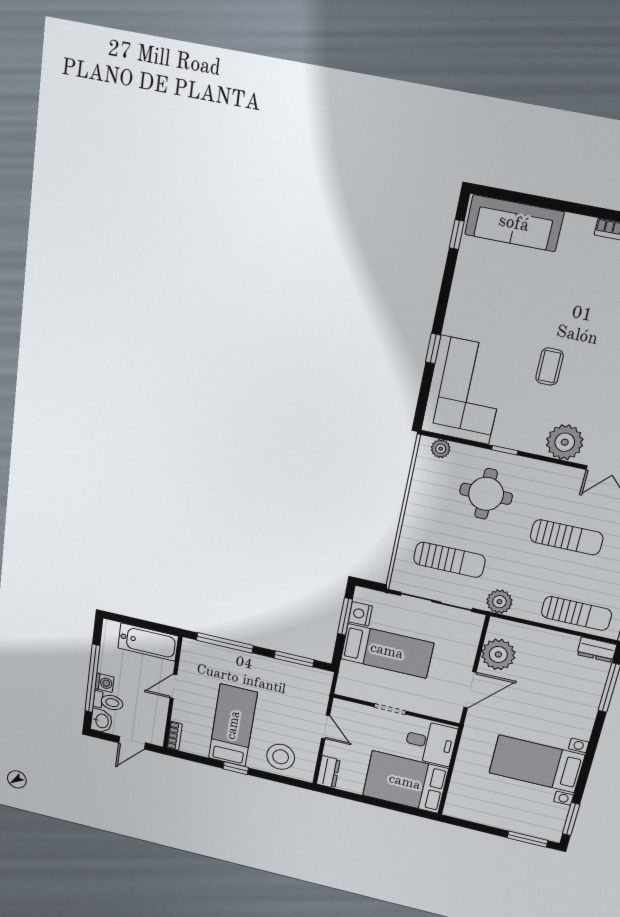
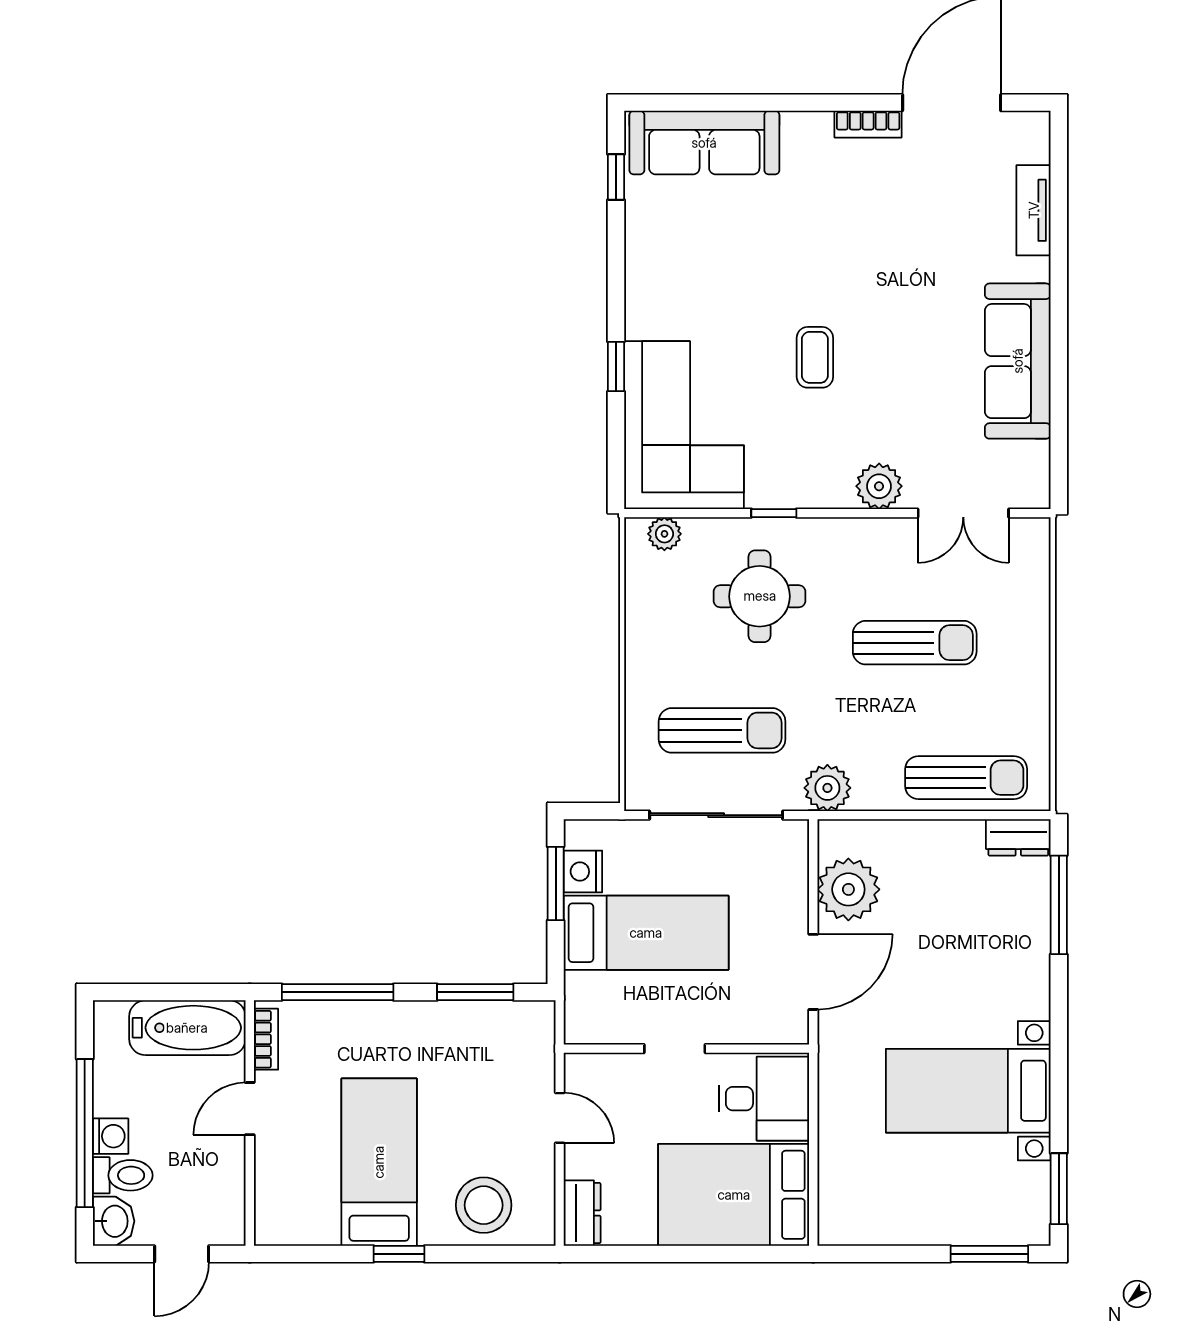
plant: (565, 442) -> (879, 486), width x0.73, depth x0.73
bookcase: (174, 736) -> (266, 1039), moved

